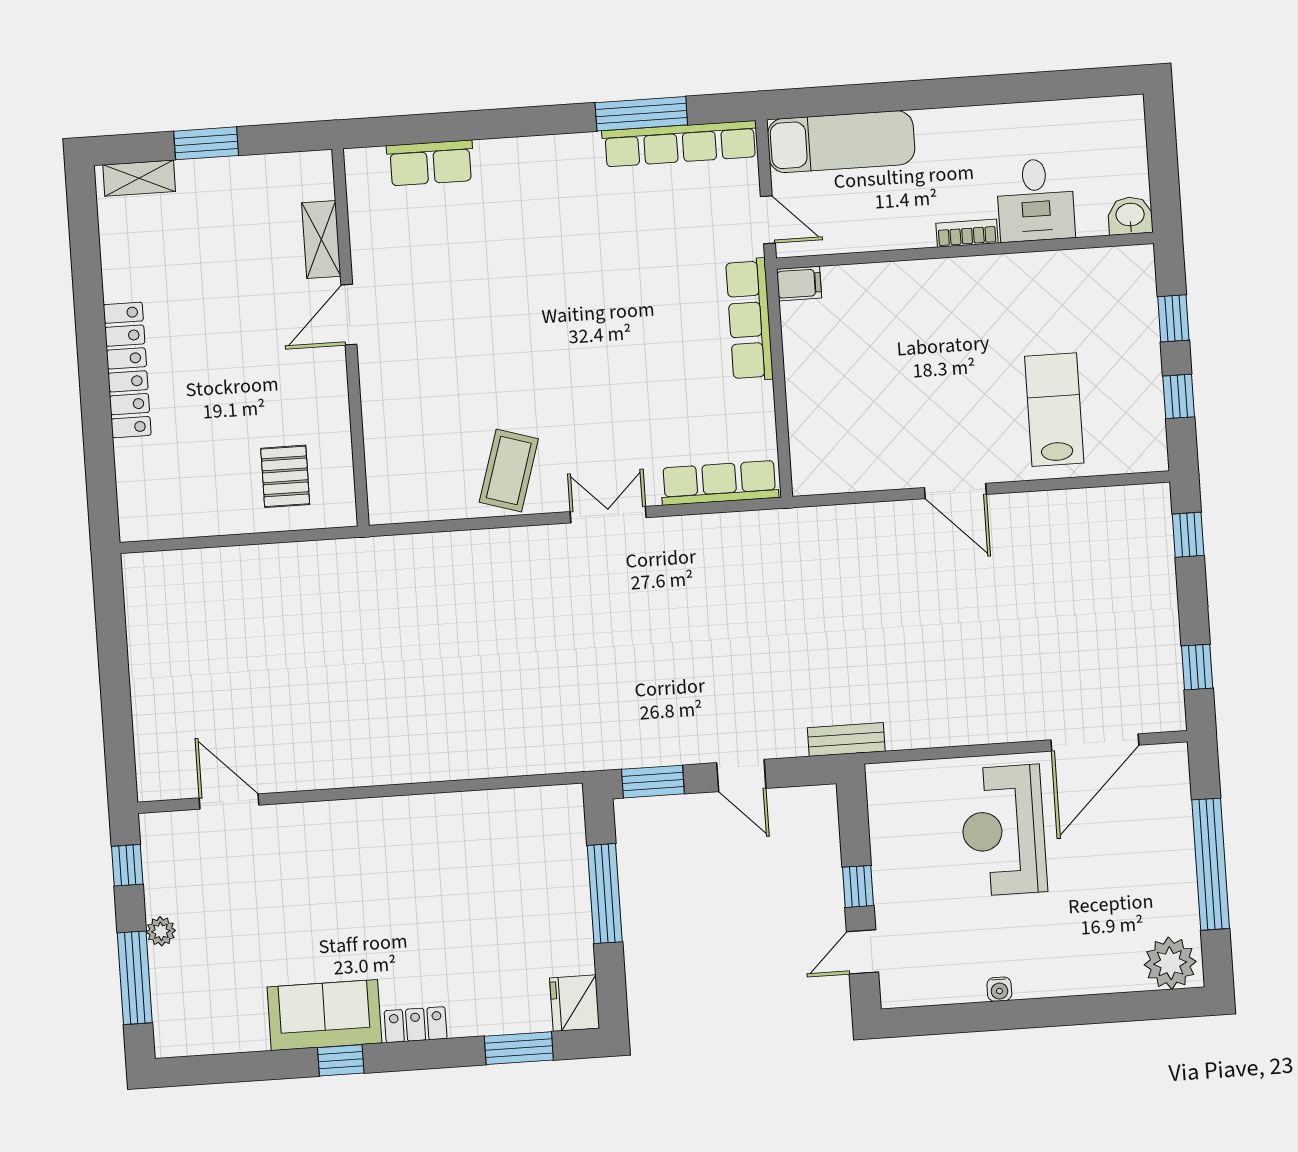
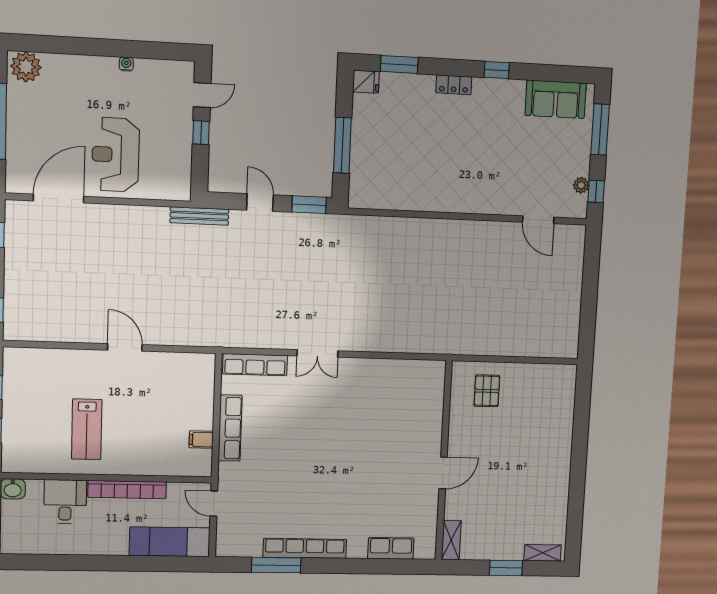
row of seats: (680, 144) -> (305, 548), moved
bookcase: (967, 233) -> (127, 490), width x2.31, depth x1.31
shelving: (321, 240) -> (451, 540), moved
filing cabinet: (799, 284) -> (201, 440), moved
row of seats: (750, 320) -> (230, 428), moved
locker: (127, 370) -> (562, 454), removed
lab bench: (1054, 410) -> (87, 429), moved
coffee table: (509, 470) -> (368, 382), removed
bench: (846, 740) -> (199, 216), width x1.36
reception desk: (1003, 830) -> (116, 155), turned 180
plant: (161, 931) -> (581, 185), moved
fridge: (575, 1003) -> (366, 82), width x0.72
sofa: (324, 1015) -> (556, 99), moved

